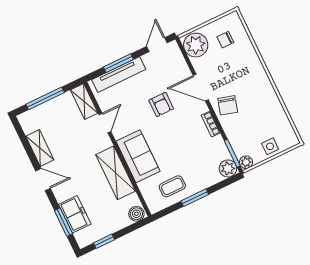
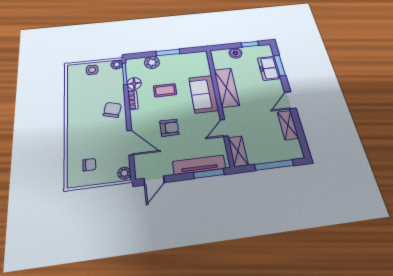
plant: (196, 45) -> (124, 173), width x0.53, depth x0.53
window: (118, 63) -> (209, 173), moved
door: (201, 88) -> (130, 143), moved
armchair: (161, 104) -> (169, 128), turned 90
floor lamp: (217, 145) -> (134, 83), added
plant: (228, 168) -> (152, 62), moved
door: (43, 180) -> (290, 100), hinge flipped
coffee table: (172, 186) -> (165, 90), moved
boiler: (136, 214) -> (235, 53), moved

